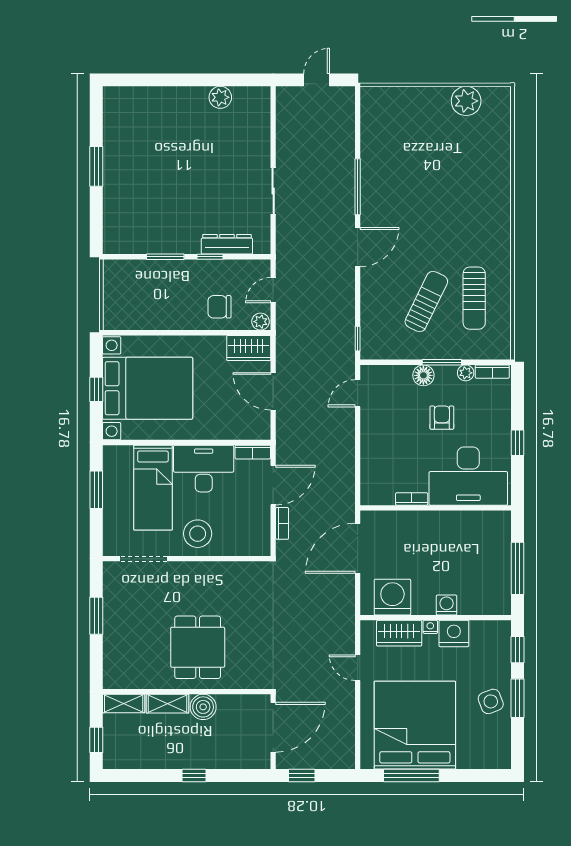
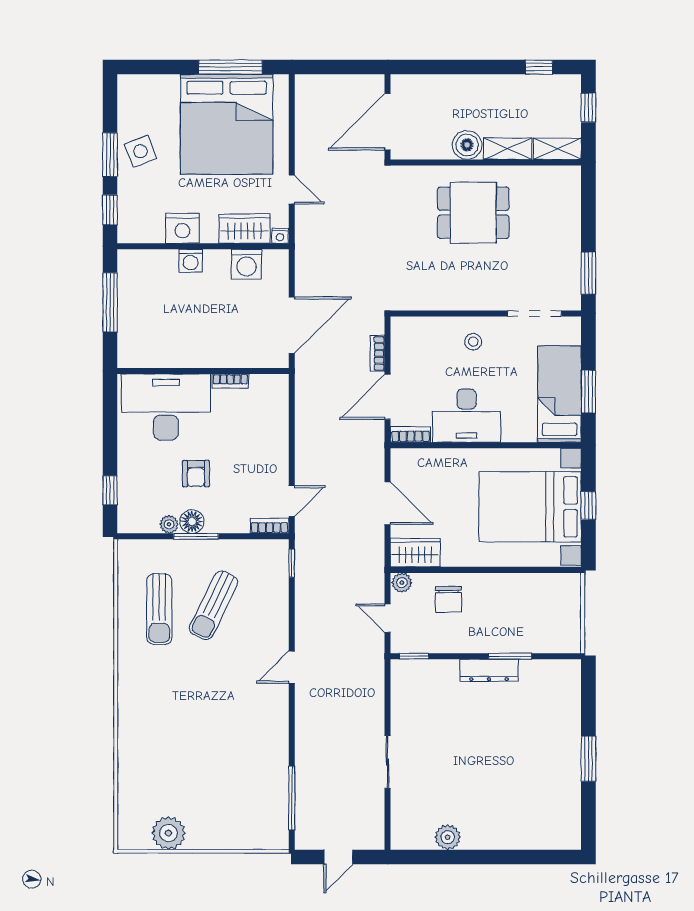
window: (358, 187) -> (292, 798), moved
sliding door: (273, 191) -> (388, 762), moved
dresser: (227, 244) -> (489, 670), moved
door: (358, 247) -> (292, 667), width x0.73
window: (210, 257) -> (414, 656), moved
door: (273, 290) -> (388, 618), swing flipped
sun lounger: (474, 298) -> (159, 609), turned 180
chair: (220, 307) -> (448, 599), turned 89
bookcase: (492, 372) -> (270, 526), moved
floor lamp: (423, 375) -> (192, 522), moved
window: (518, 443) -> (110, 490), moved
bed: (153, 488) -> (559, 394), moved
stool: (198, 534) -> (473, 342), width x0.53, depth x0.53
washing machine: (392, 597) -> (247, 264), width x0.73, depth x0.73
window: (96, 616) -> (588, 273), moved
nightstand: (430, 627) -> (280, 236), moved
dining table: (198, 647) -> (473, 213), turned 90
window: (194, 776) -> (539, 67), moved
window: (302, 776) -> (355, 67), removed

